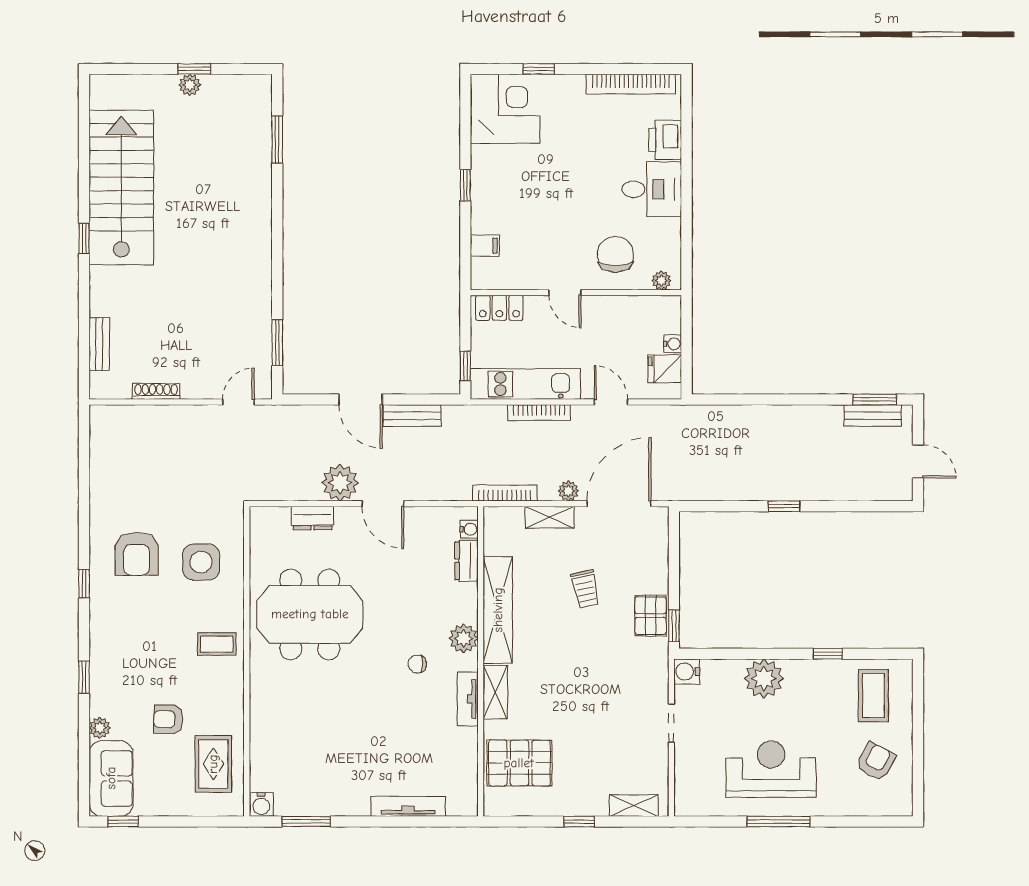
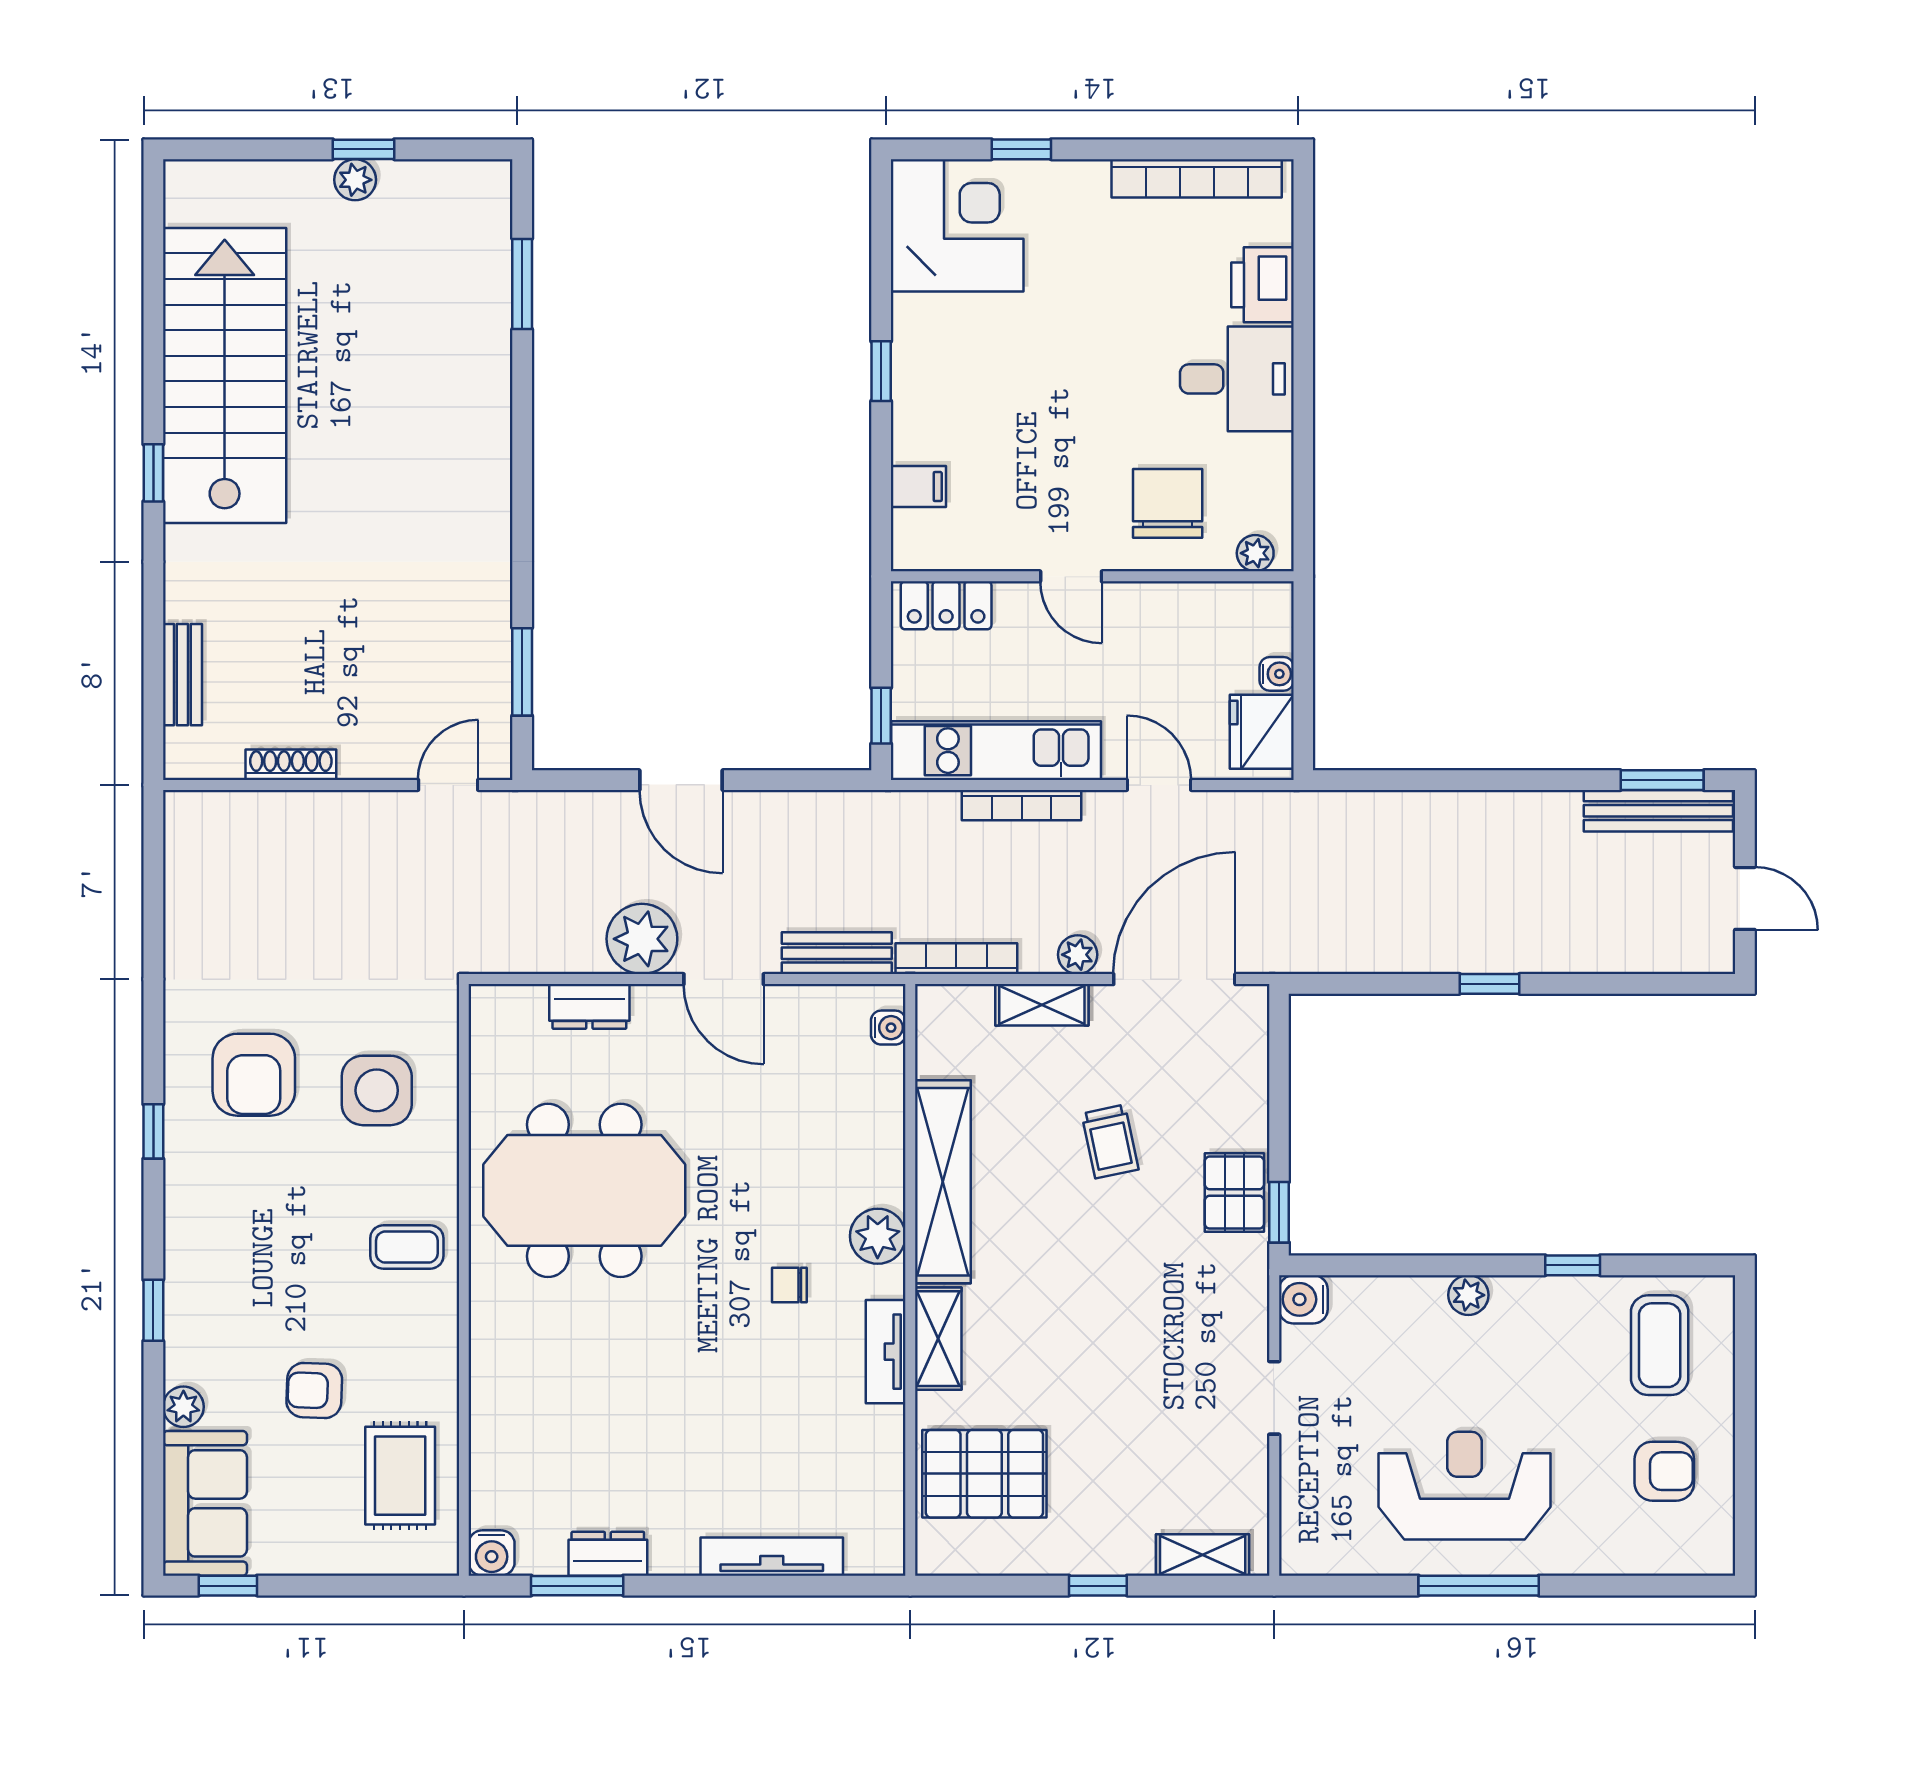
fridge: (665, 369) -> (1262, 732), width x1.38
bench: (412, 416) -> (837, 953), moved
bench: (873, 416) -> (1658, 811), width x1.36
dresser: (467, 561) -> (608, 1554), moved, turned 90
plant: (764, 678) -> (1468, 1295), width x0.53, depth x0.53
armchair: (876, 762) -> (1664, 1471), turned 62

